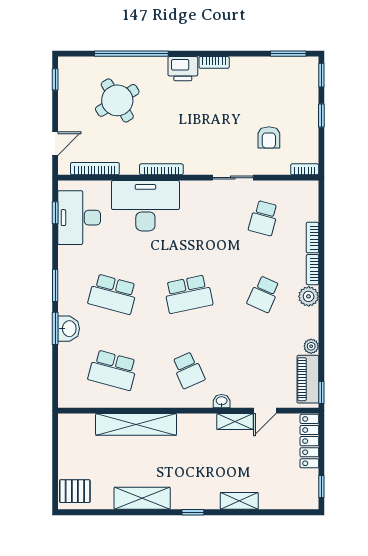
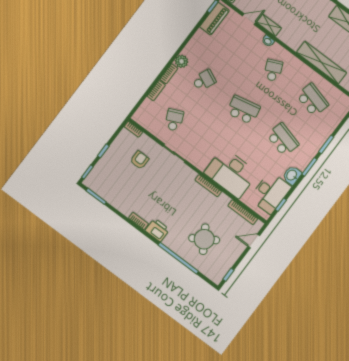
school desk: (264, 218) -> (174, 120), turned -39
washbasin: (69, 329) -> (292, 175), moved
plant: (311, 346) -> (200, 34), removed

